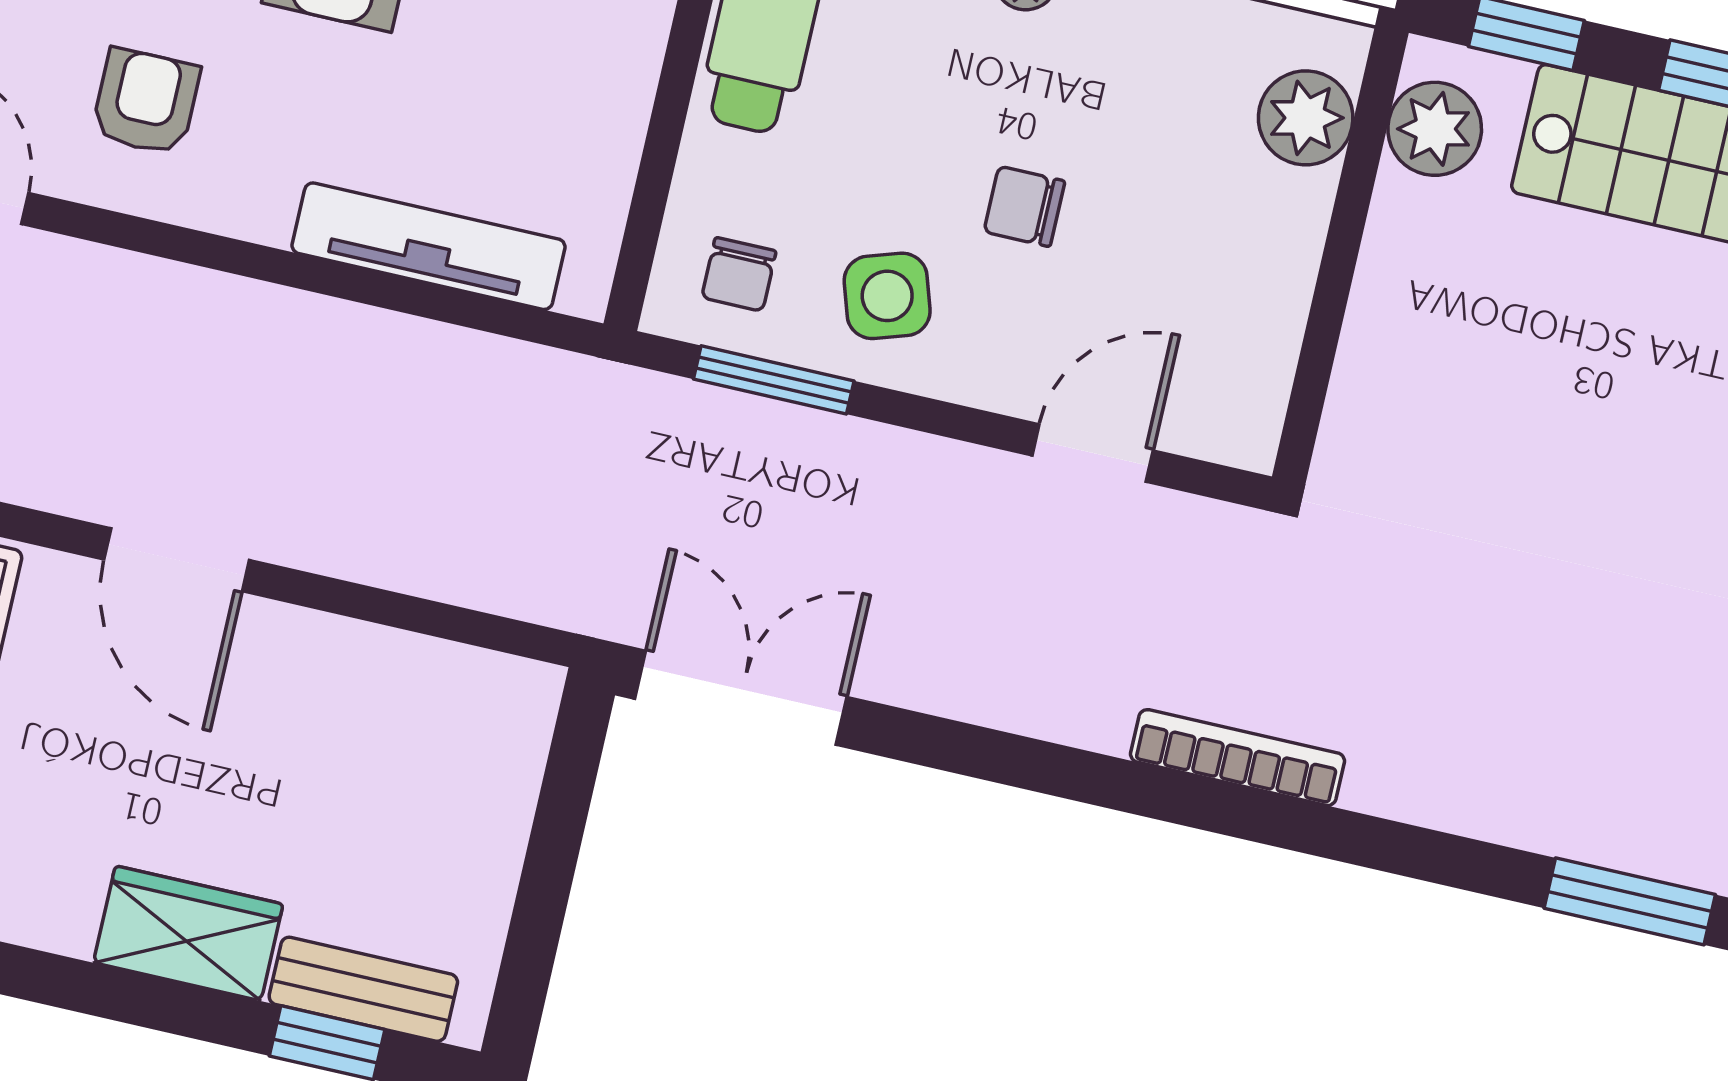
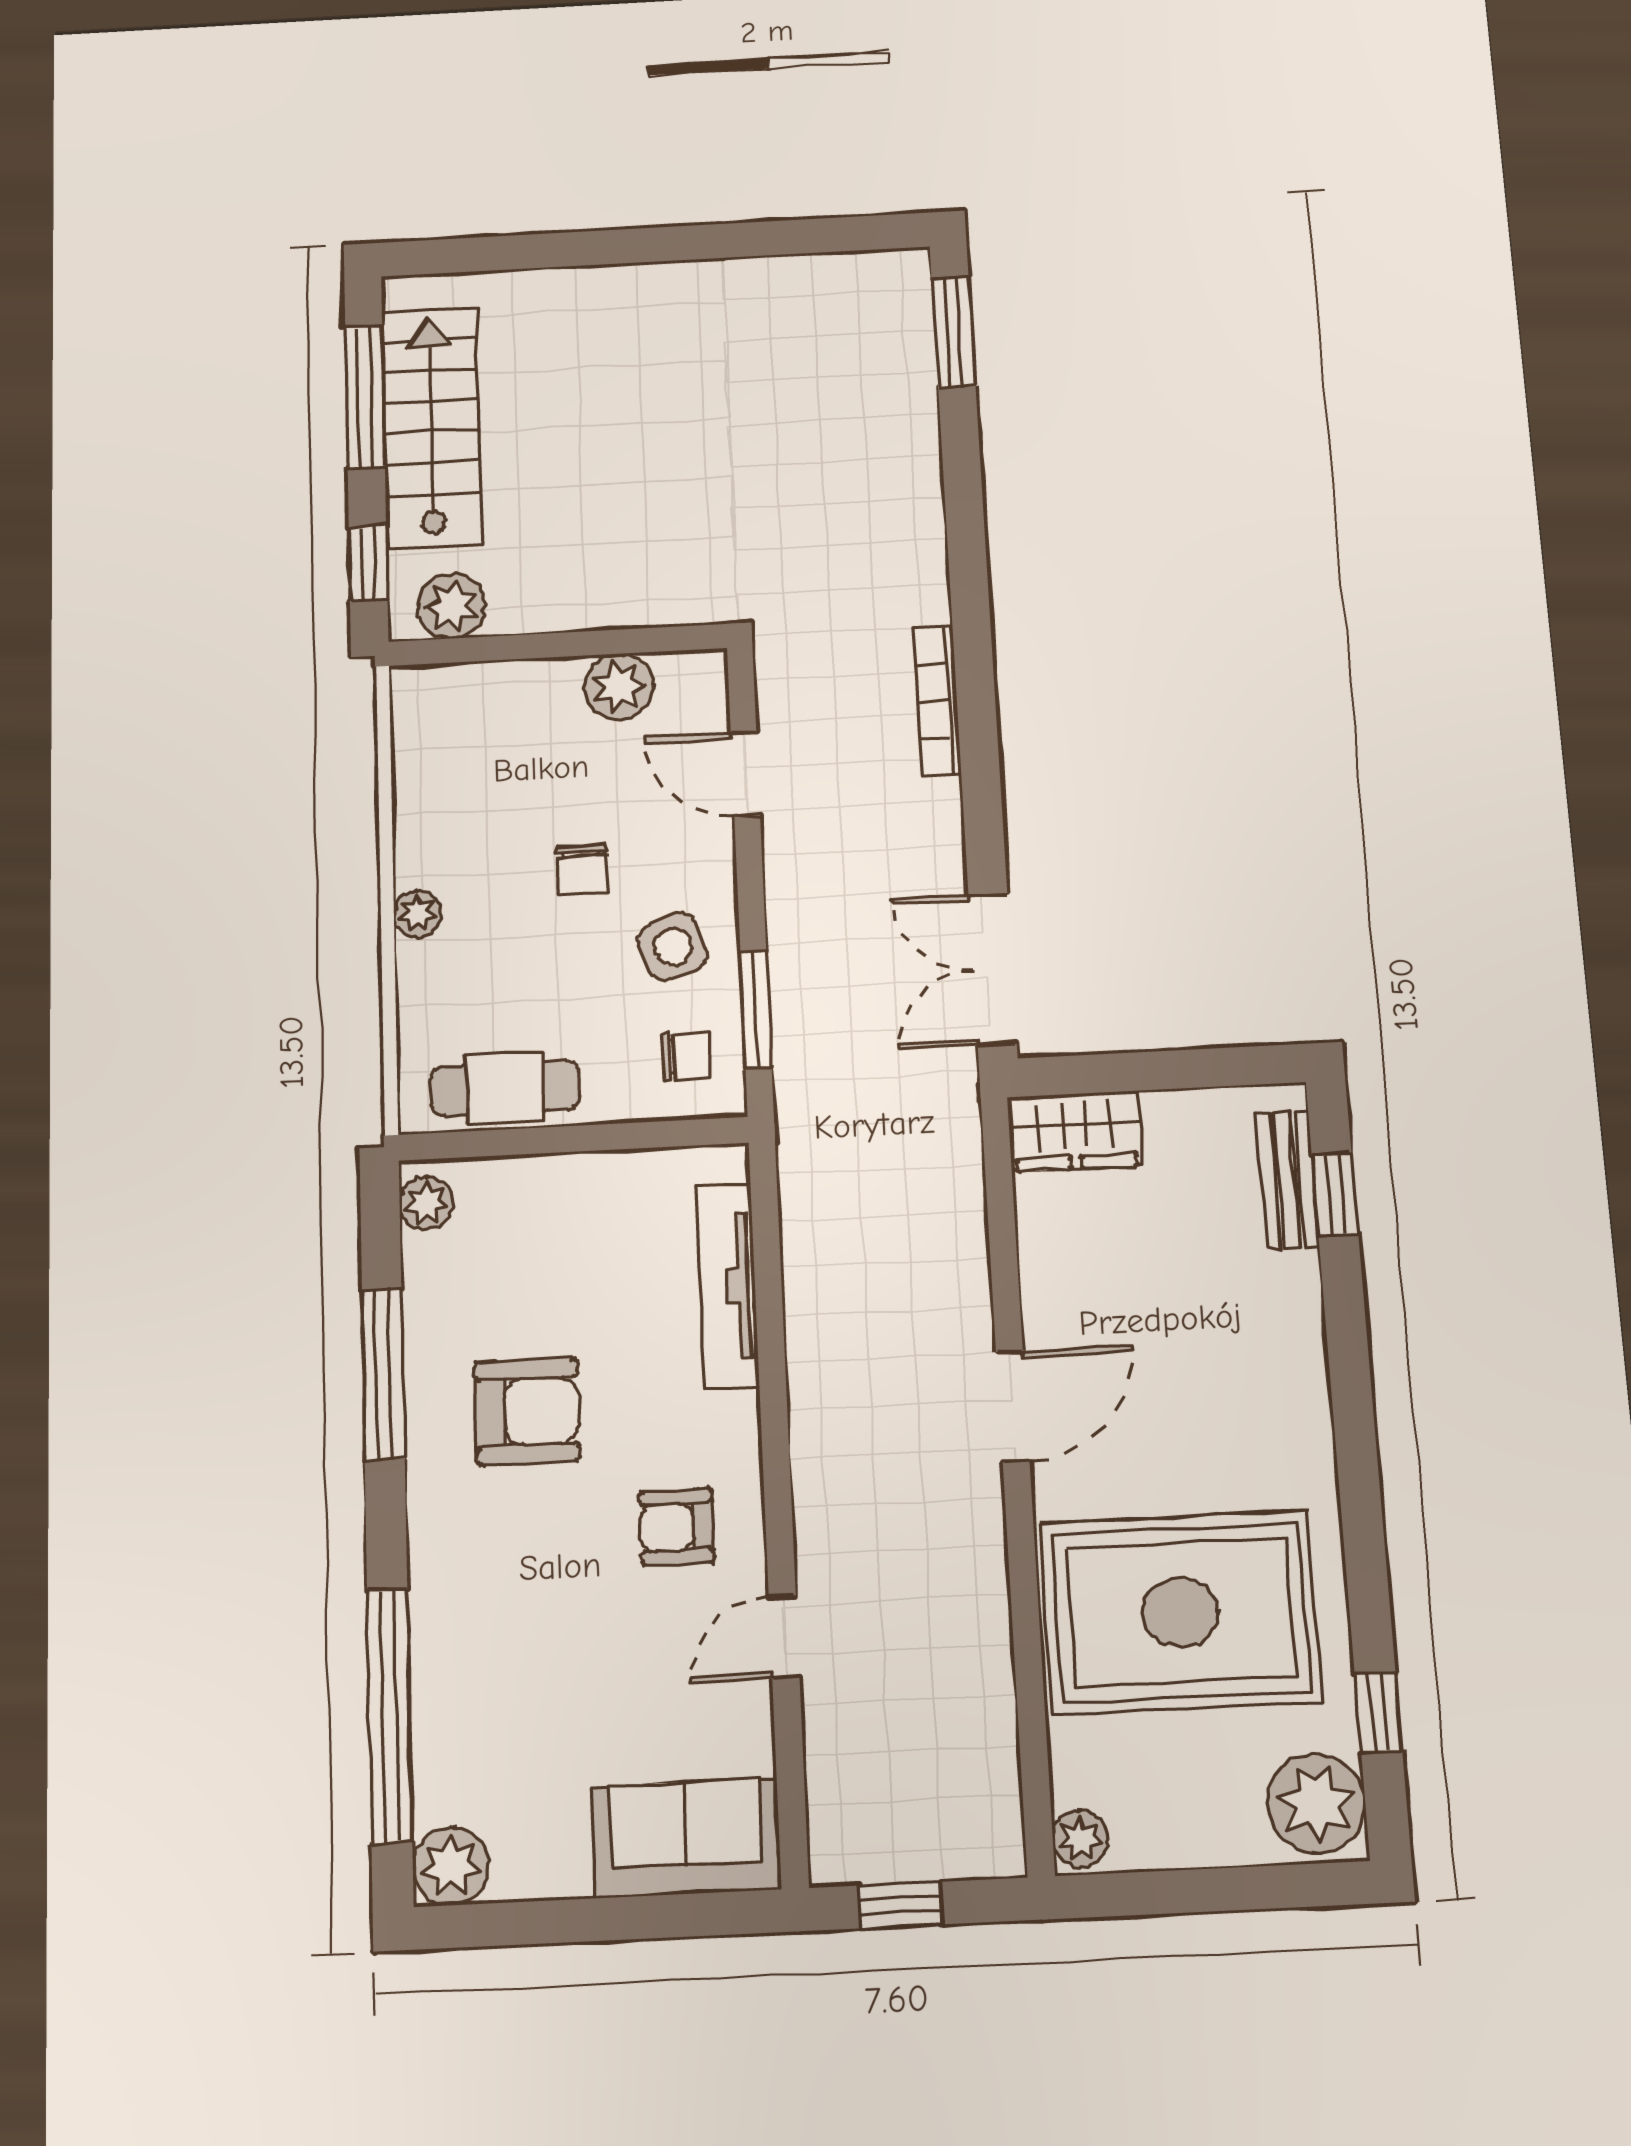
plant: (1306, 118) -> (619, 687), moved
bookcase: (1238, 758) -> (937, 701), moved
wardrobe: (188, 933) -> (1075, 1131), moved, turned -90

